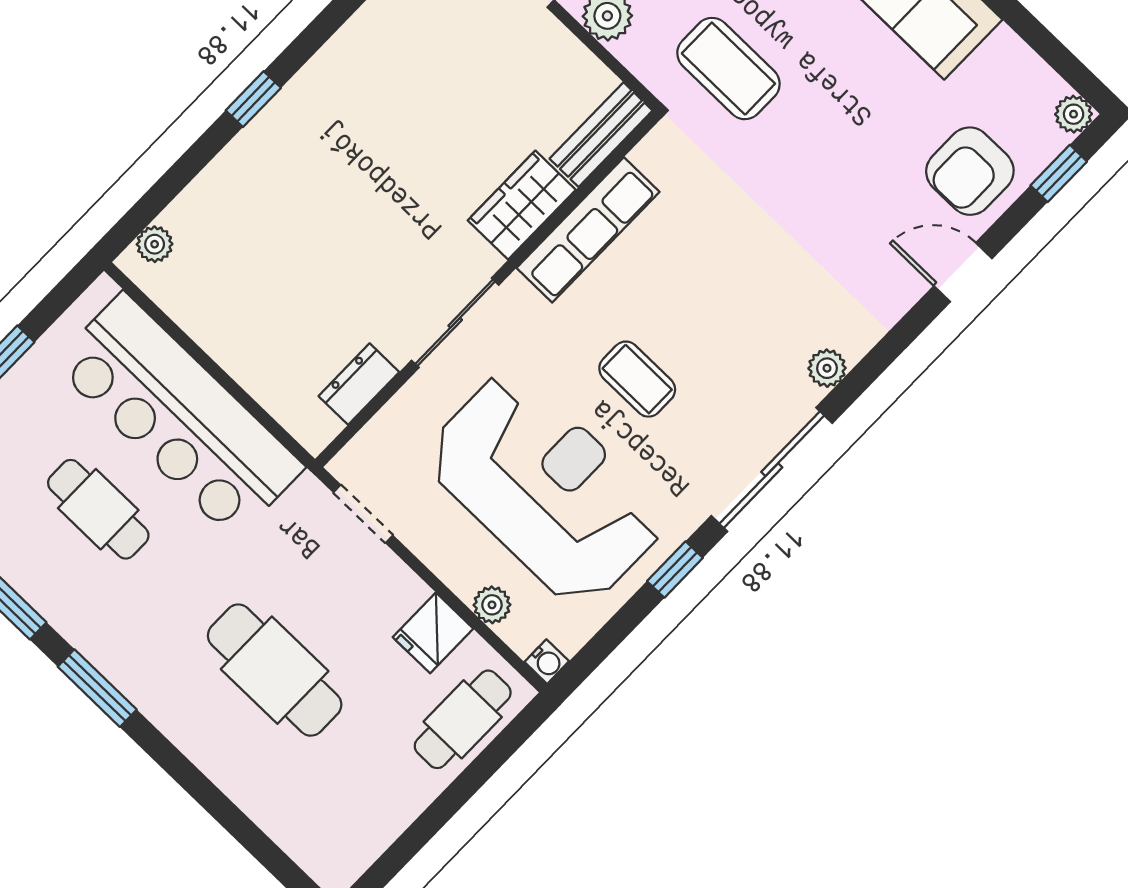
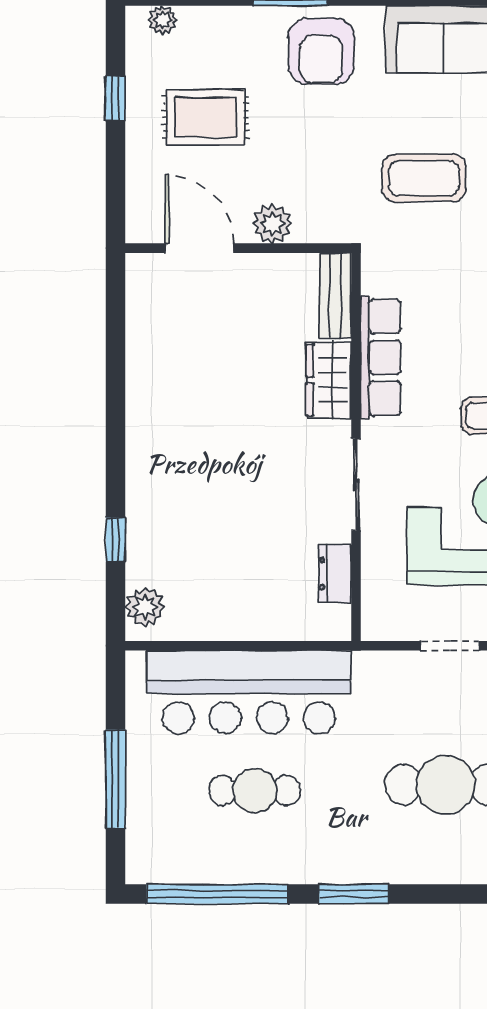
coffee table: (728, 69) -> (424, 178), moved
window: (253, 99) -> (115, 540), moved
plant: (155, 244) -> (145, 607), width x1.38, depth x1.38
doorway: (363, 514) -> (450, 646), moved

